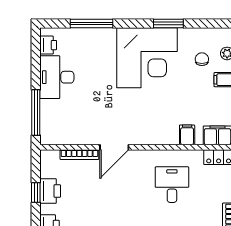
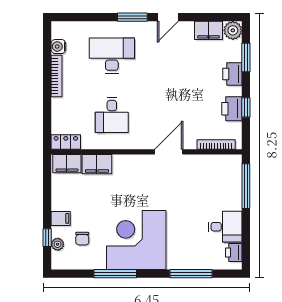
window: (168, 24) -> (115, 274), width x1.44
desk: (57, 77) -> (225, 227), width x0.73
filing cabinet: (187, 135) -> (97, 164), width x2.00
bookcase: (79, 155) -> (216, 145), moved

